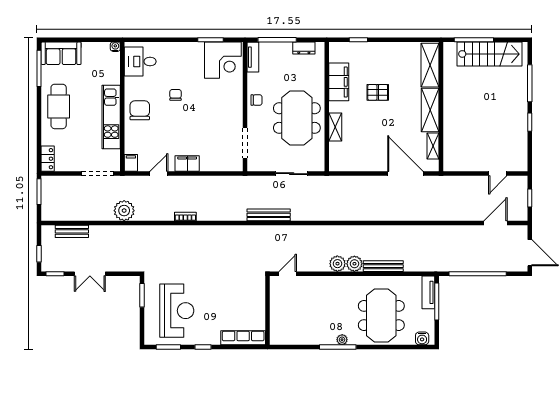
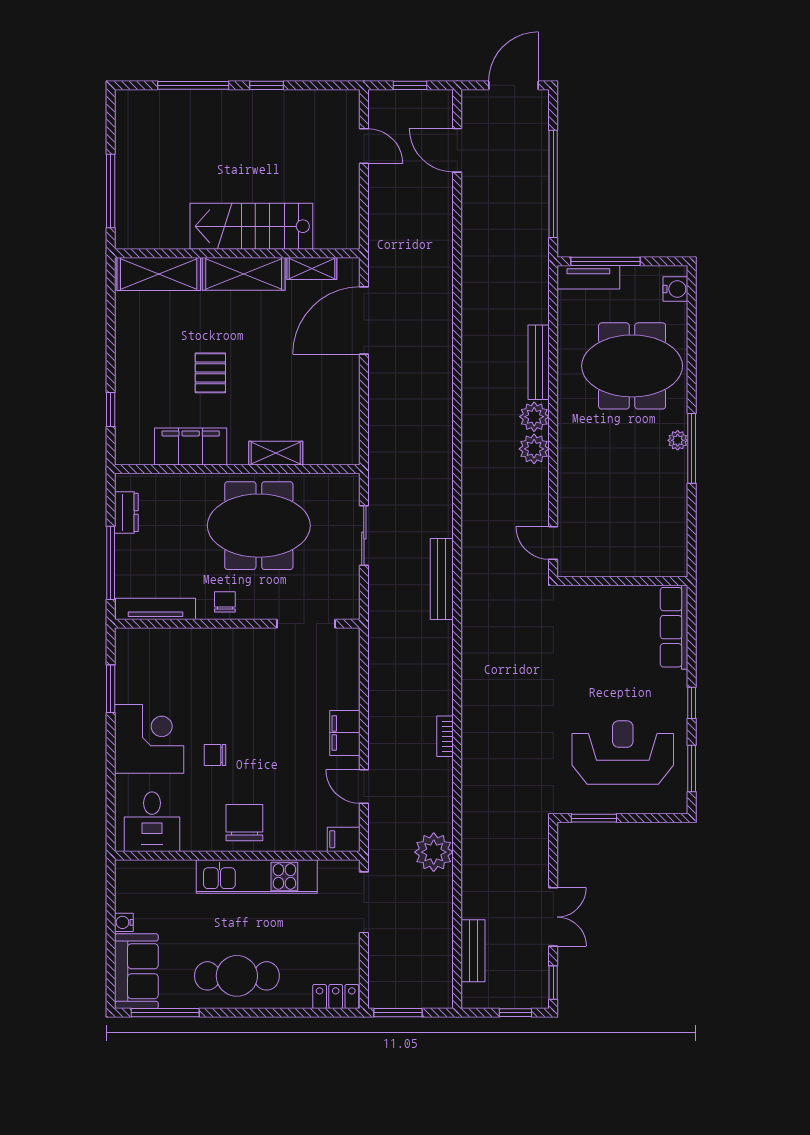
water cooler: (115, 47) -> (124, 922), moved
stairs: (489, 54) -> (251, 226), moved, turned -90
tv unit: (253, 57) -> (156, 609), width x1.41
corner desk: (223, 60) -> (149, 739), moved
chair: (140, 110) -> (244, 823), turned 90

